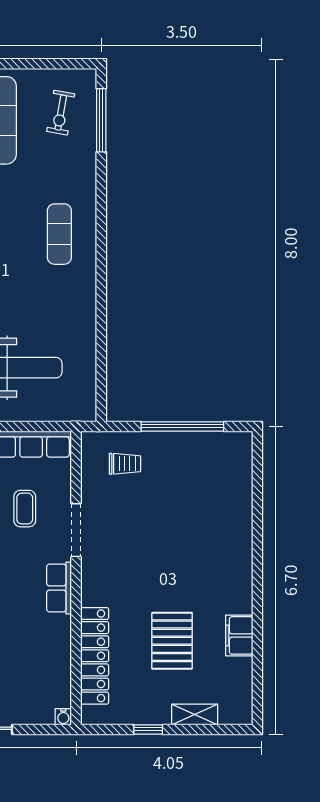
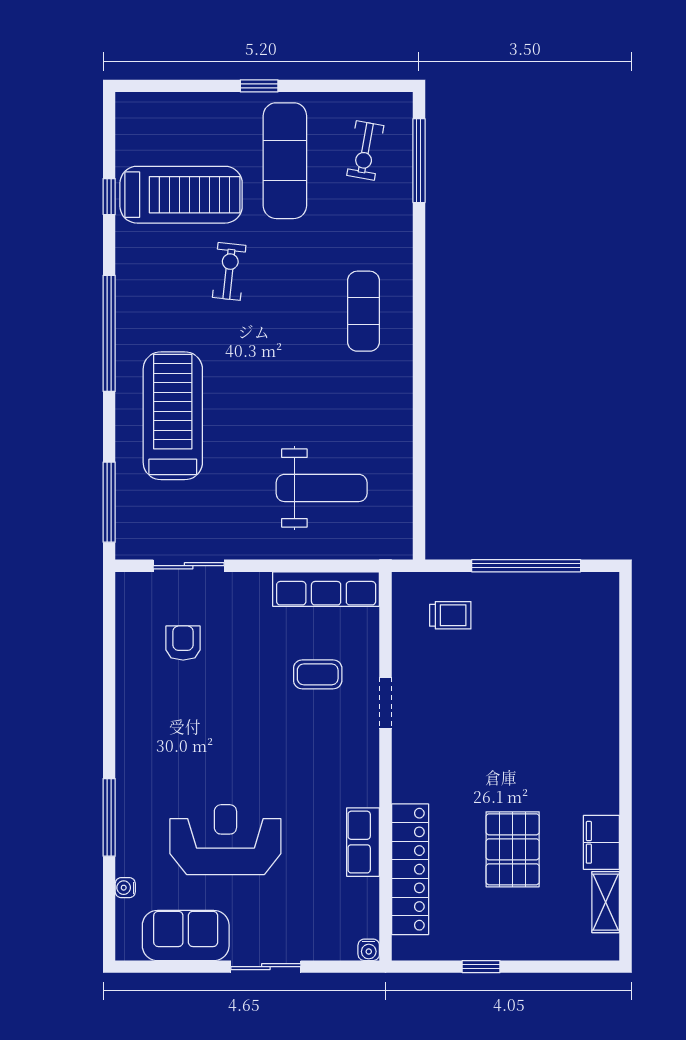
coffee table: (25, 509) -> (318, 674), turned 90
doorway: (76, 530) -> (386, 703), width x0.73
row of seats: (59, 588) -> (363, 842), moved
shelving: (195, 714) -> (606, 902), moved, turned 90

